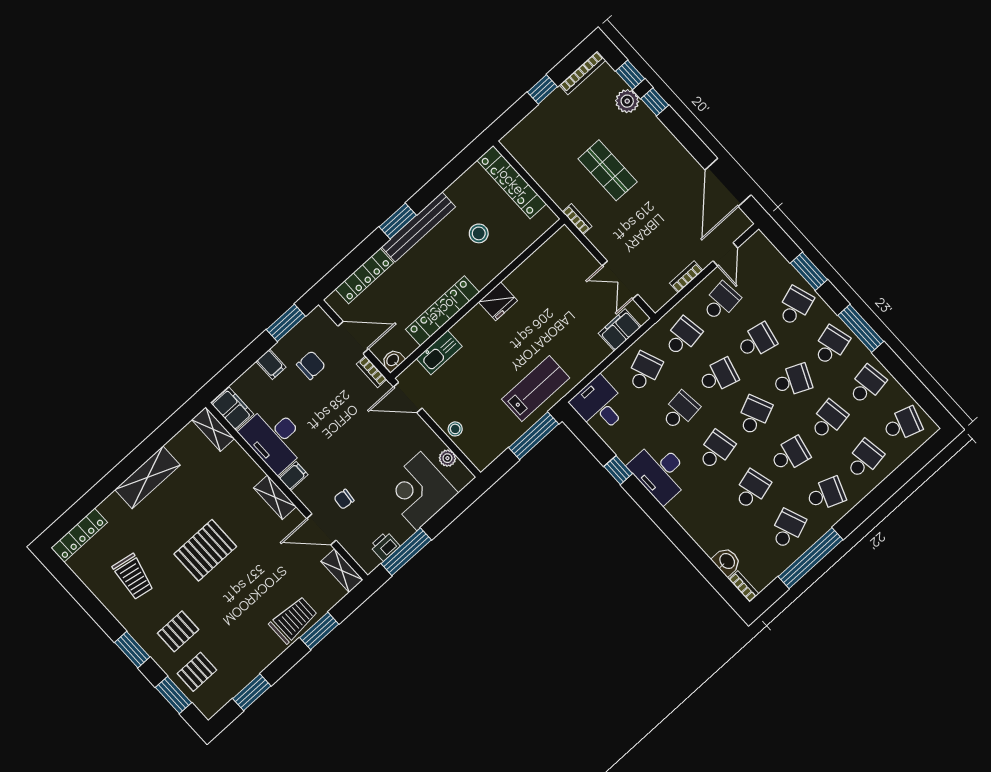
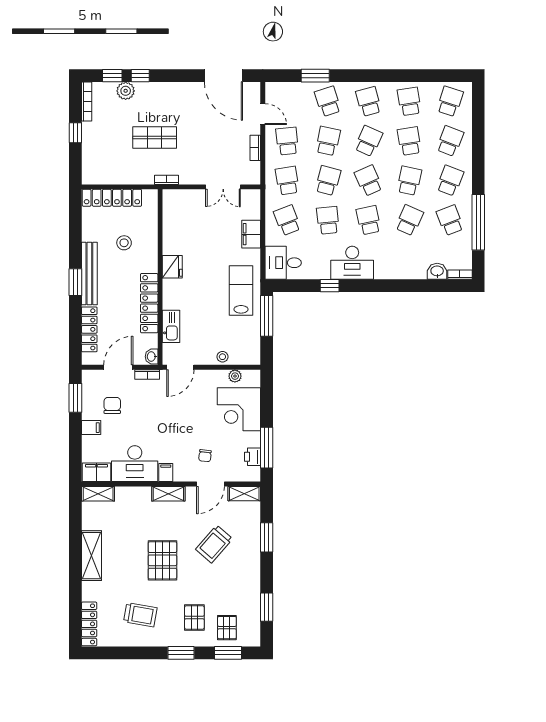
window: (861, 328) -> (374, 76), removed
filing cabinet: (620, 330) -> (251, 234), moved
school desk: (864, 459) -> (450, 141), turned 30
school desk: (752, 490) -> (409, 220), turned 39
trolley: (293, 620) -> (214, 544), moved, turned -139

